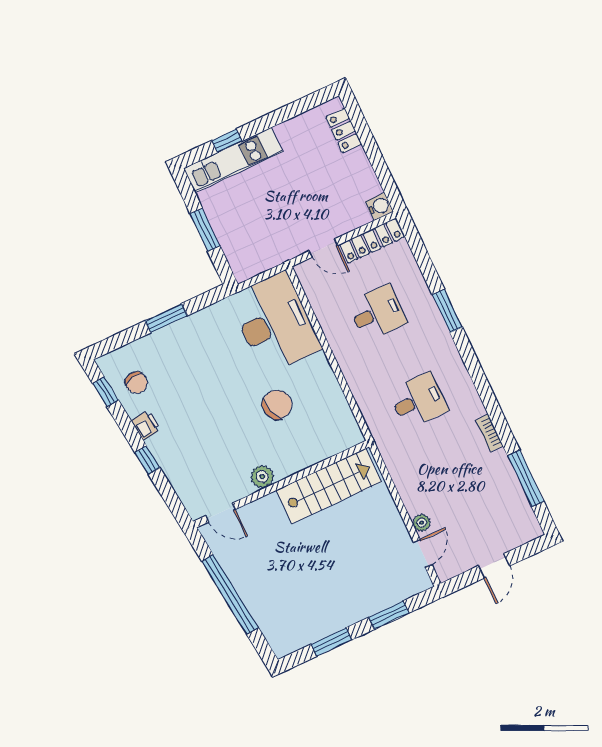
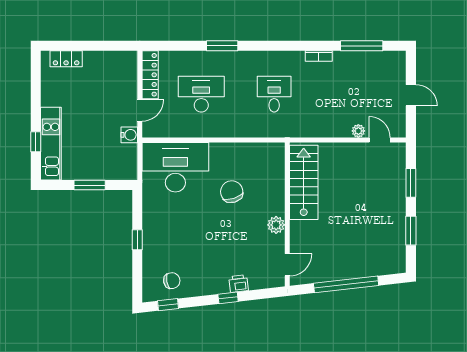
water cooler: (379, 206) -> (129, 135), moved, turned 90
desk: (377, 313) -> (201, 94), width x1.37
window: (166, 318) -> (137, 240), width x0.67
printer: (146, 425) -> (239, 284), moved

